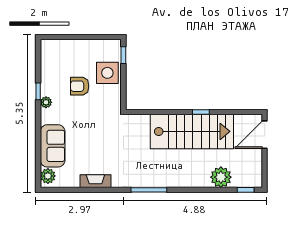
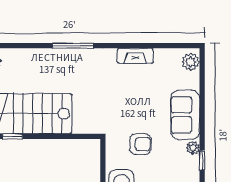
armchair: (80, 86) -> (140, 144), moved
sofa: (53, 146) -> (185, 115), moved

